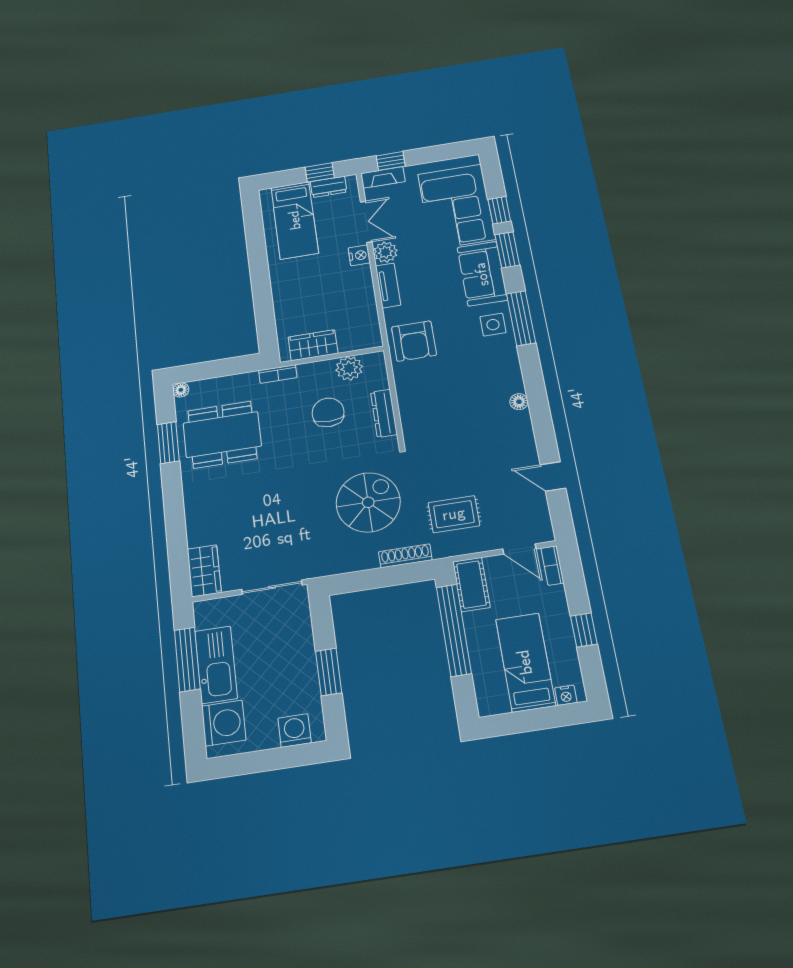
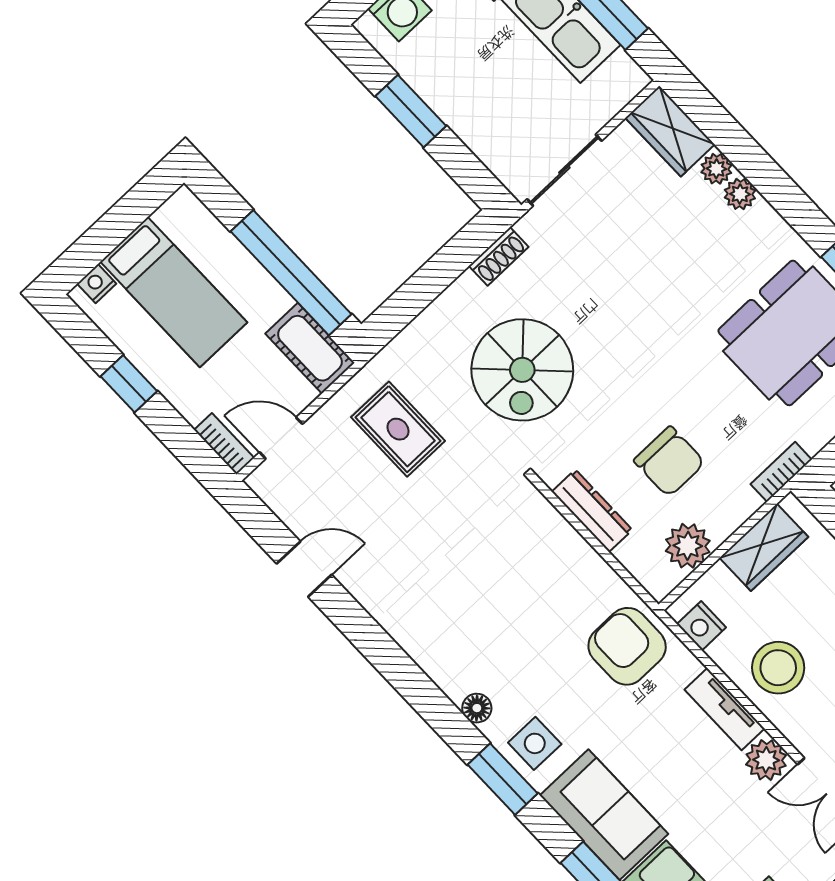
nightstand: (359, 255) -> (701, 626), moved
stool: (348, 288) -> (778, 668), added
window: (521, 318) -> (503, 779), width x0.69
floor lamp: (519, 402) -> (477, 708), moved
rug: (454, 514) -> (398, 429), turned 90
plant: (194, 517) -> (740, 194), added
plant: (196, 537) -> (716, 169), added
shoe rack: (405, 556) -> (499, 256), moved, width x0.70

